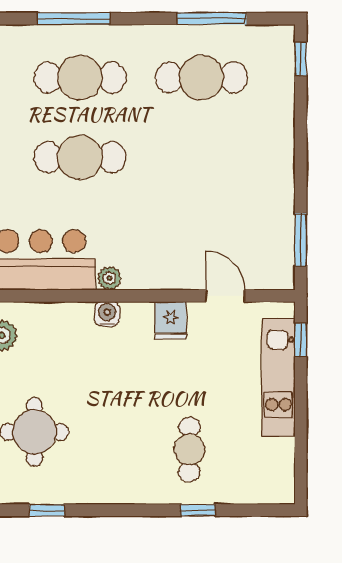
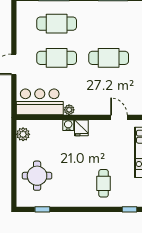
cafe table: (201, 78) -> (109, 58), moved
fridge: (171, 320) -> (81, 128), moved
window: (198, 510) -> (130, 209), moved

